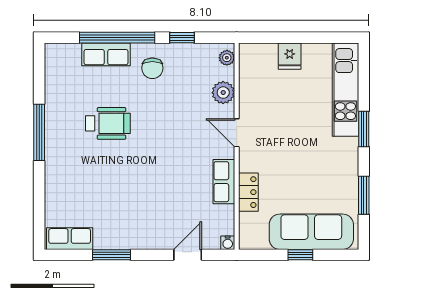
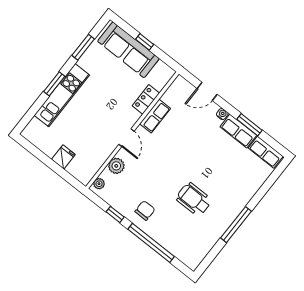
row of seats: (106, 54) -> (238, 131), moved, turned 180
kitchen unit: (345, 90) -> (62, 95), moved
water cooler: (228, 243) -> (222, 114), moved

